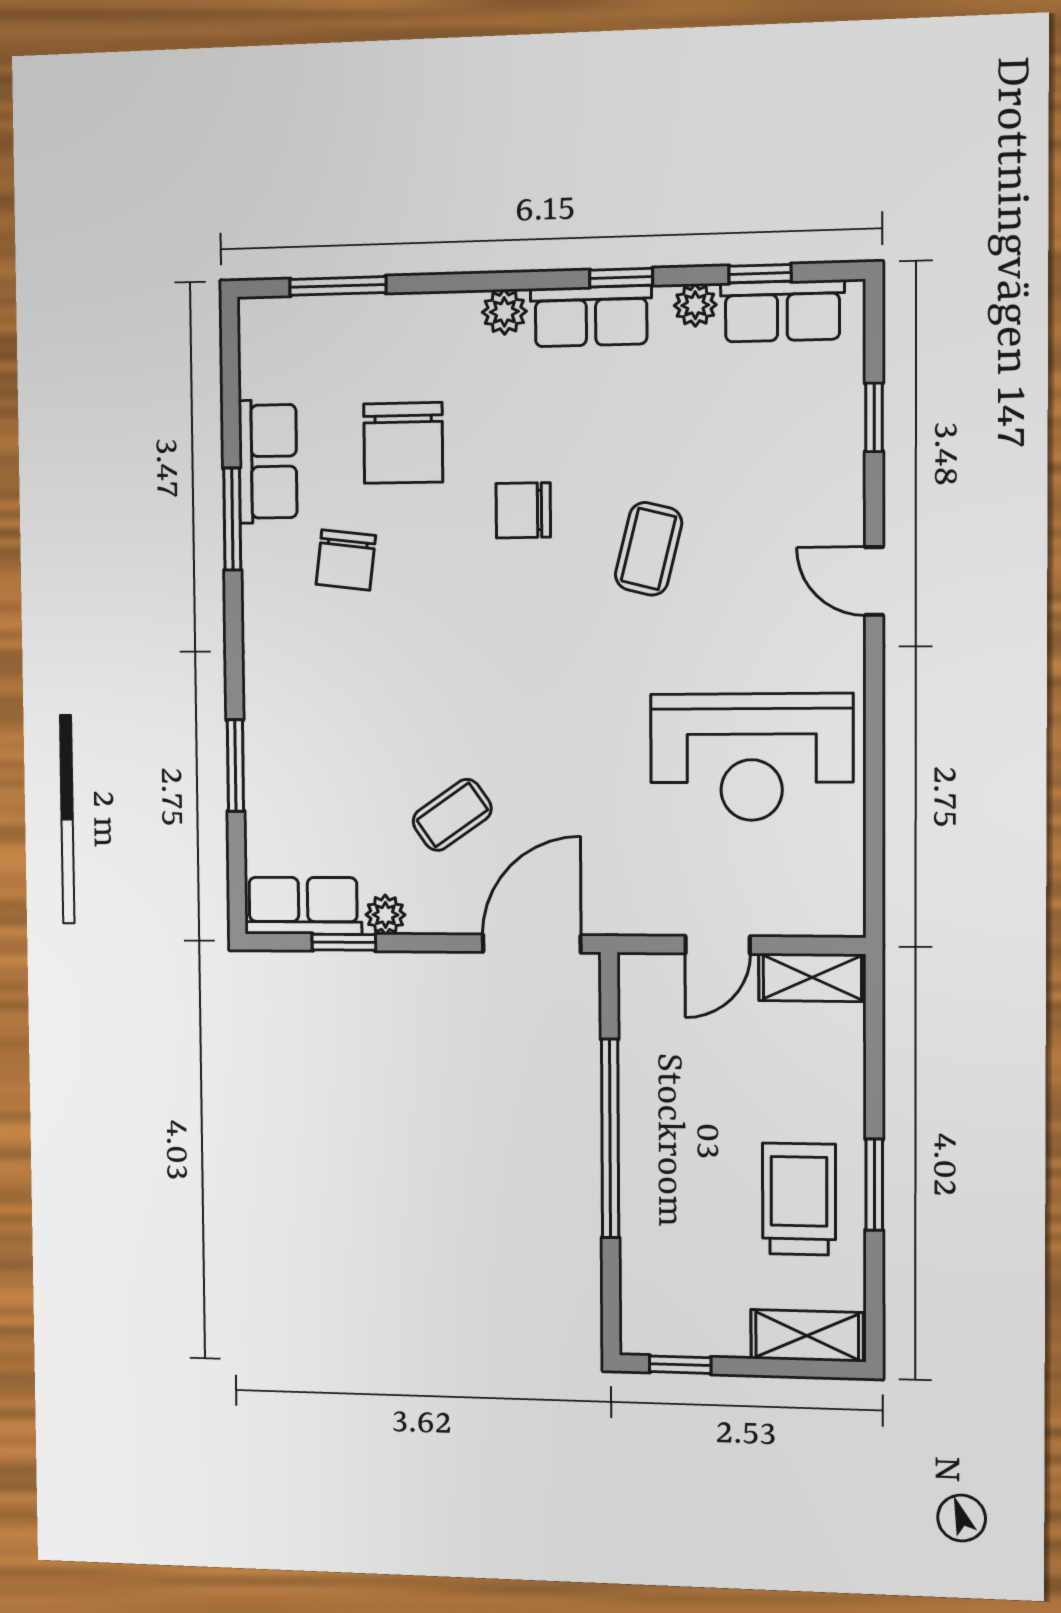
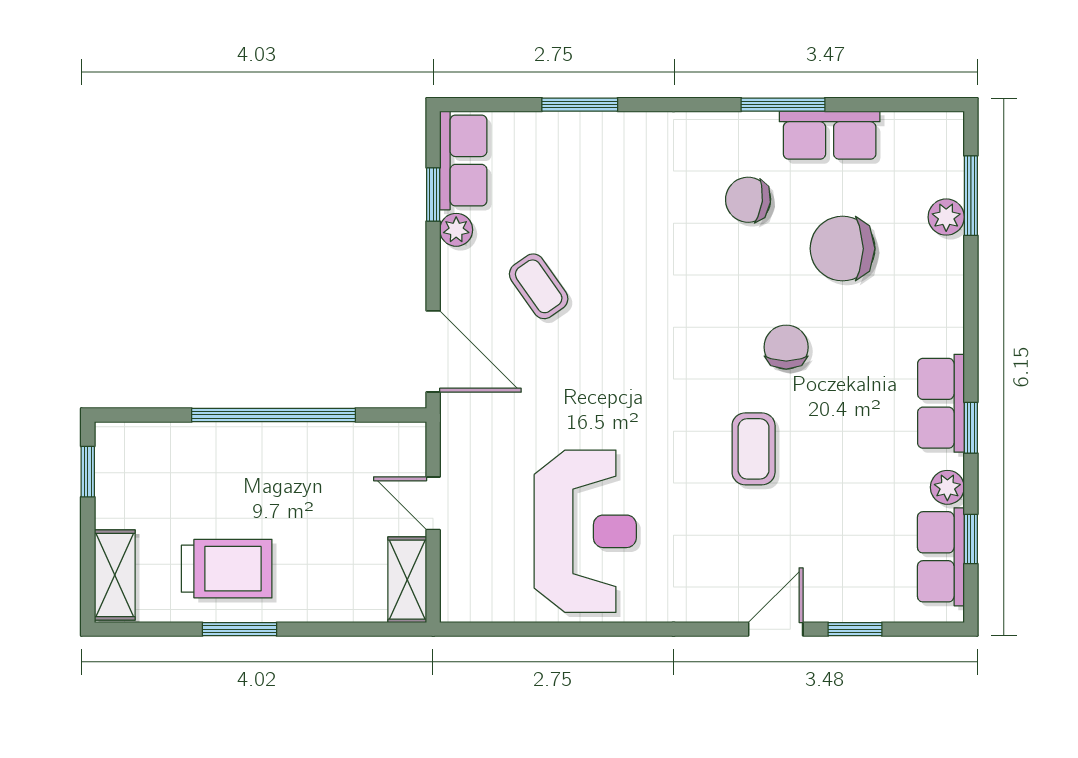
plant: (504, 312) -> (946, 217), moved
coffee table: (649, 549) -> (754, 449), turned 76
door: (874, 581) -> (776, 629), moved
reception desk: (752, 757) -> (585, 531), turned 180

